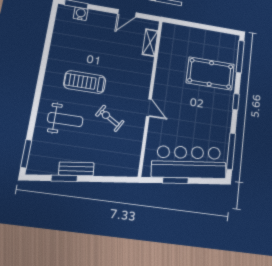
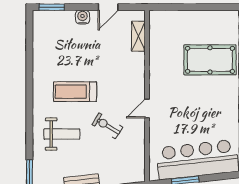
water cooler: (81, 14) -> (82, 17), moved
door: (149, 108) -> (147, 108), swing flipped

